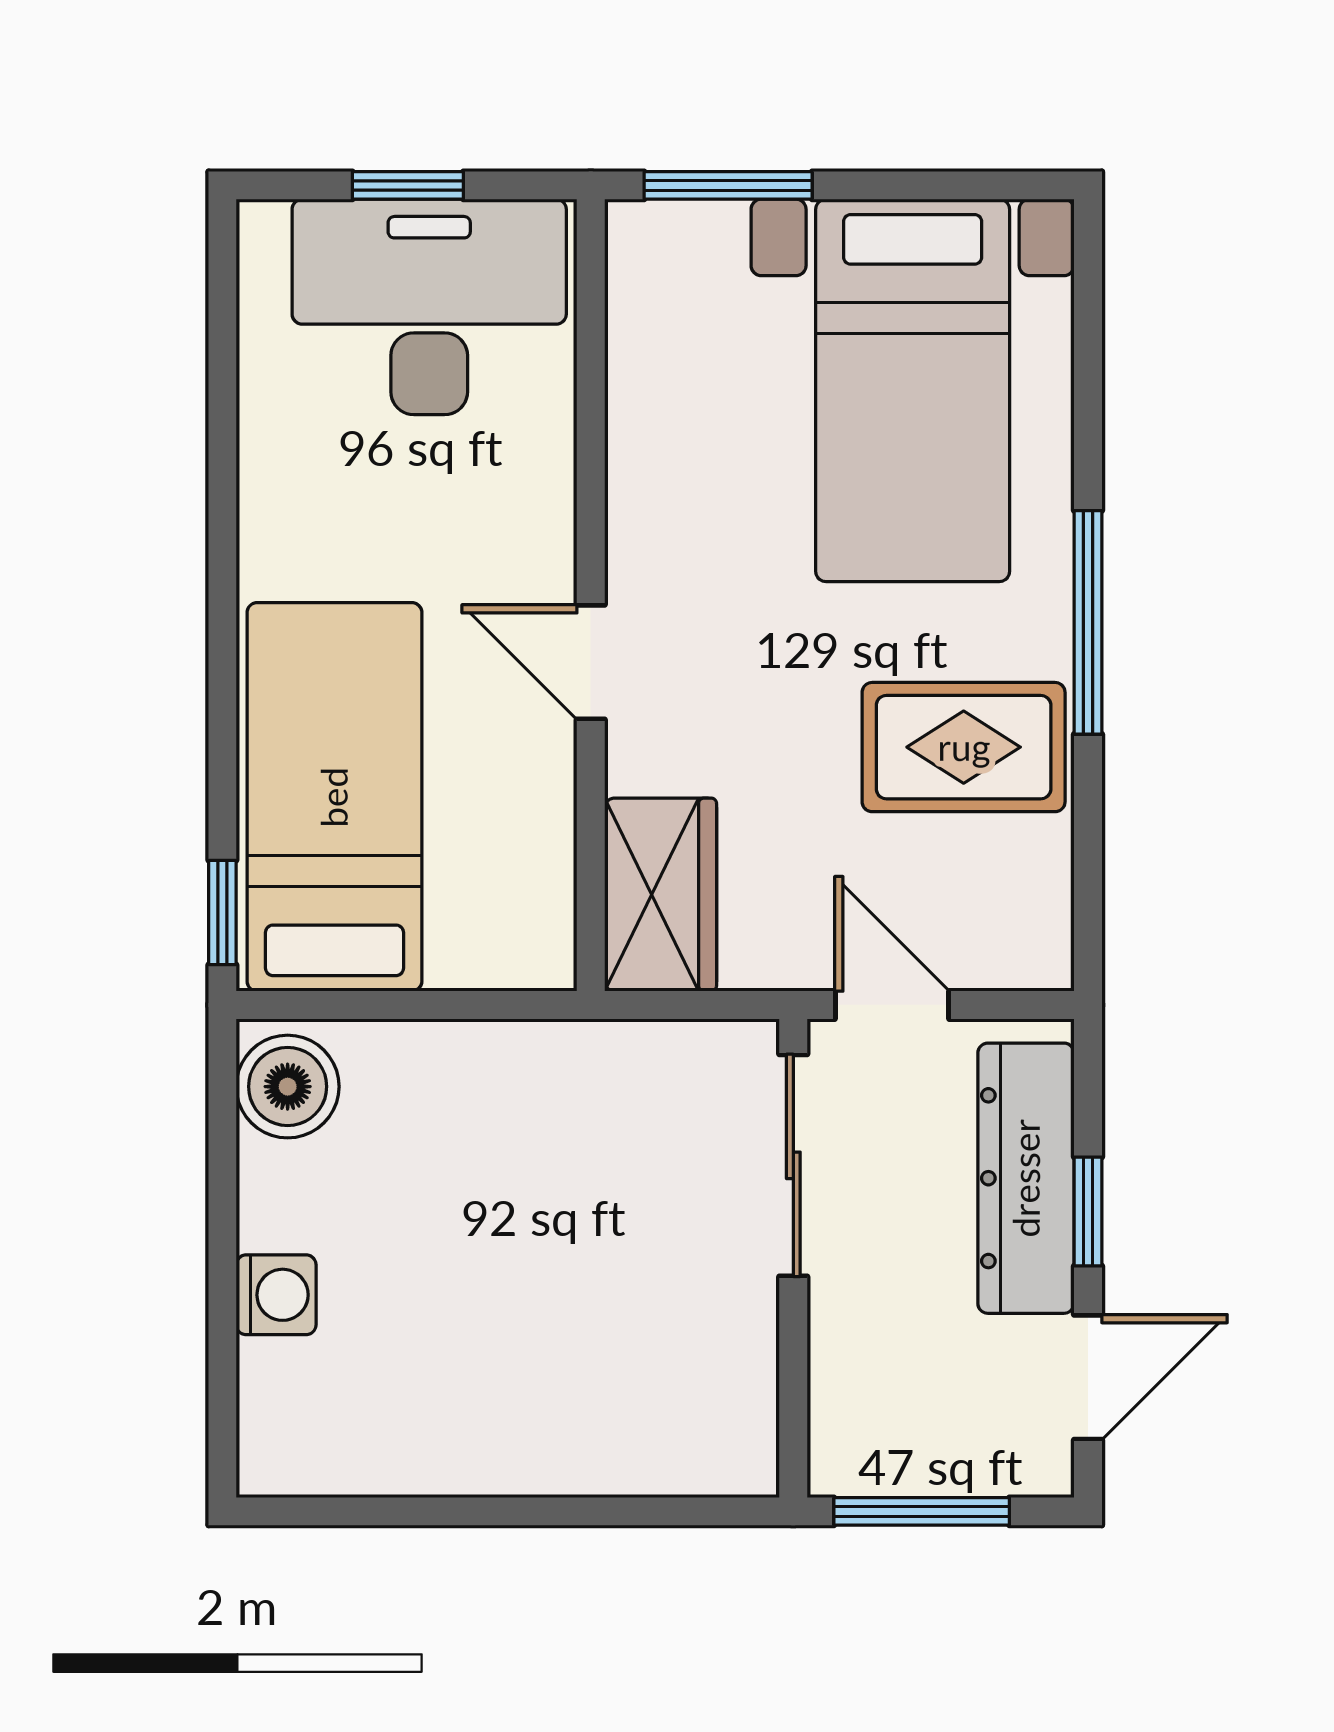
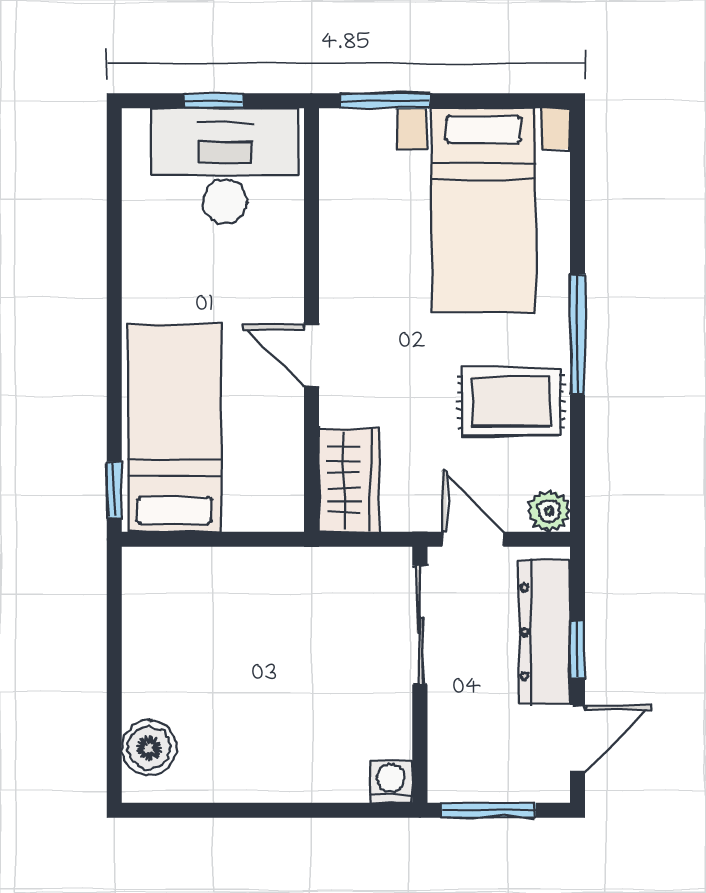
plant: (1035, 952) -> (549, 511), added
boiler: (288, 1087) -> (149, 748), moved
washing machine: (276, 1295) -> (391, 782), moved, turned -90

